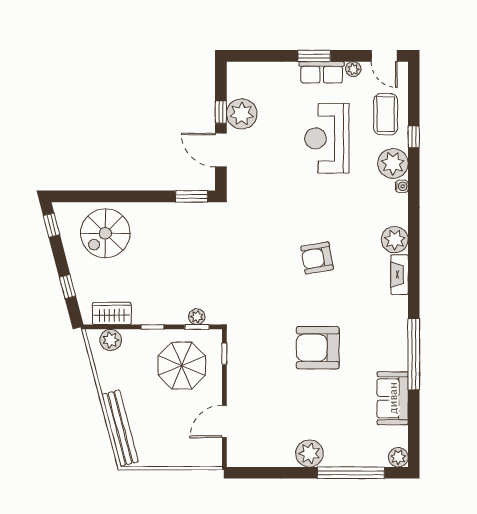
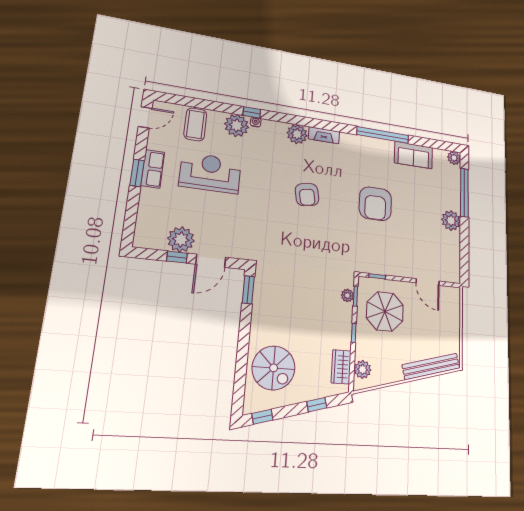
plant: (353, 69) -> (153, 143), removed
coffee table: (386, 114) -> (195, 124), turned 90
window: (414, 137) -> (252, 112), moved
reception desk: (327, 138) -> (210, 173), turned 180

